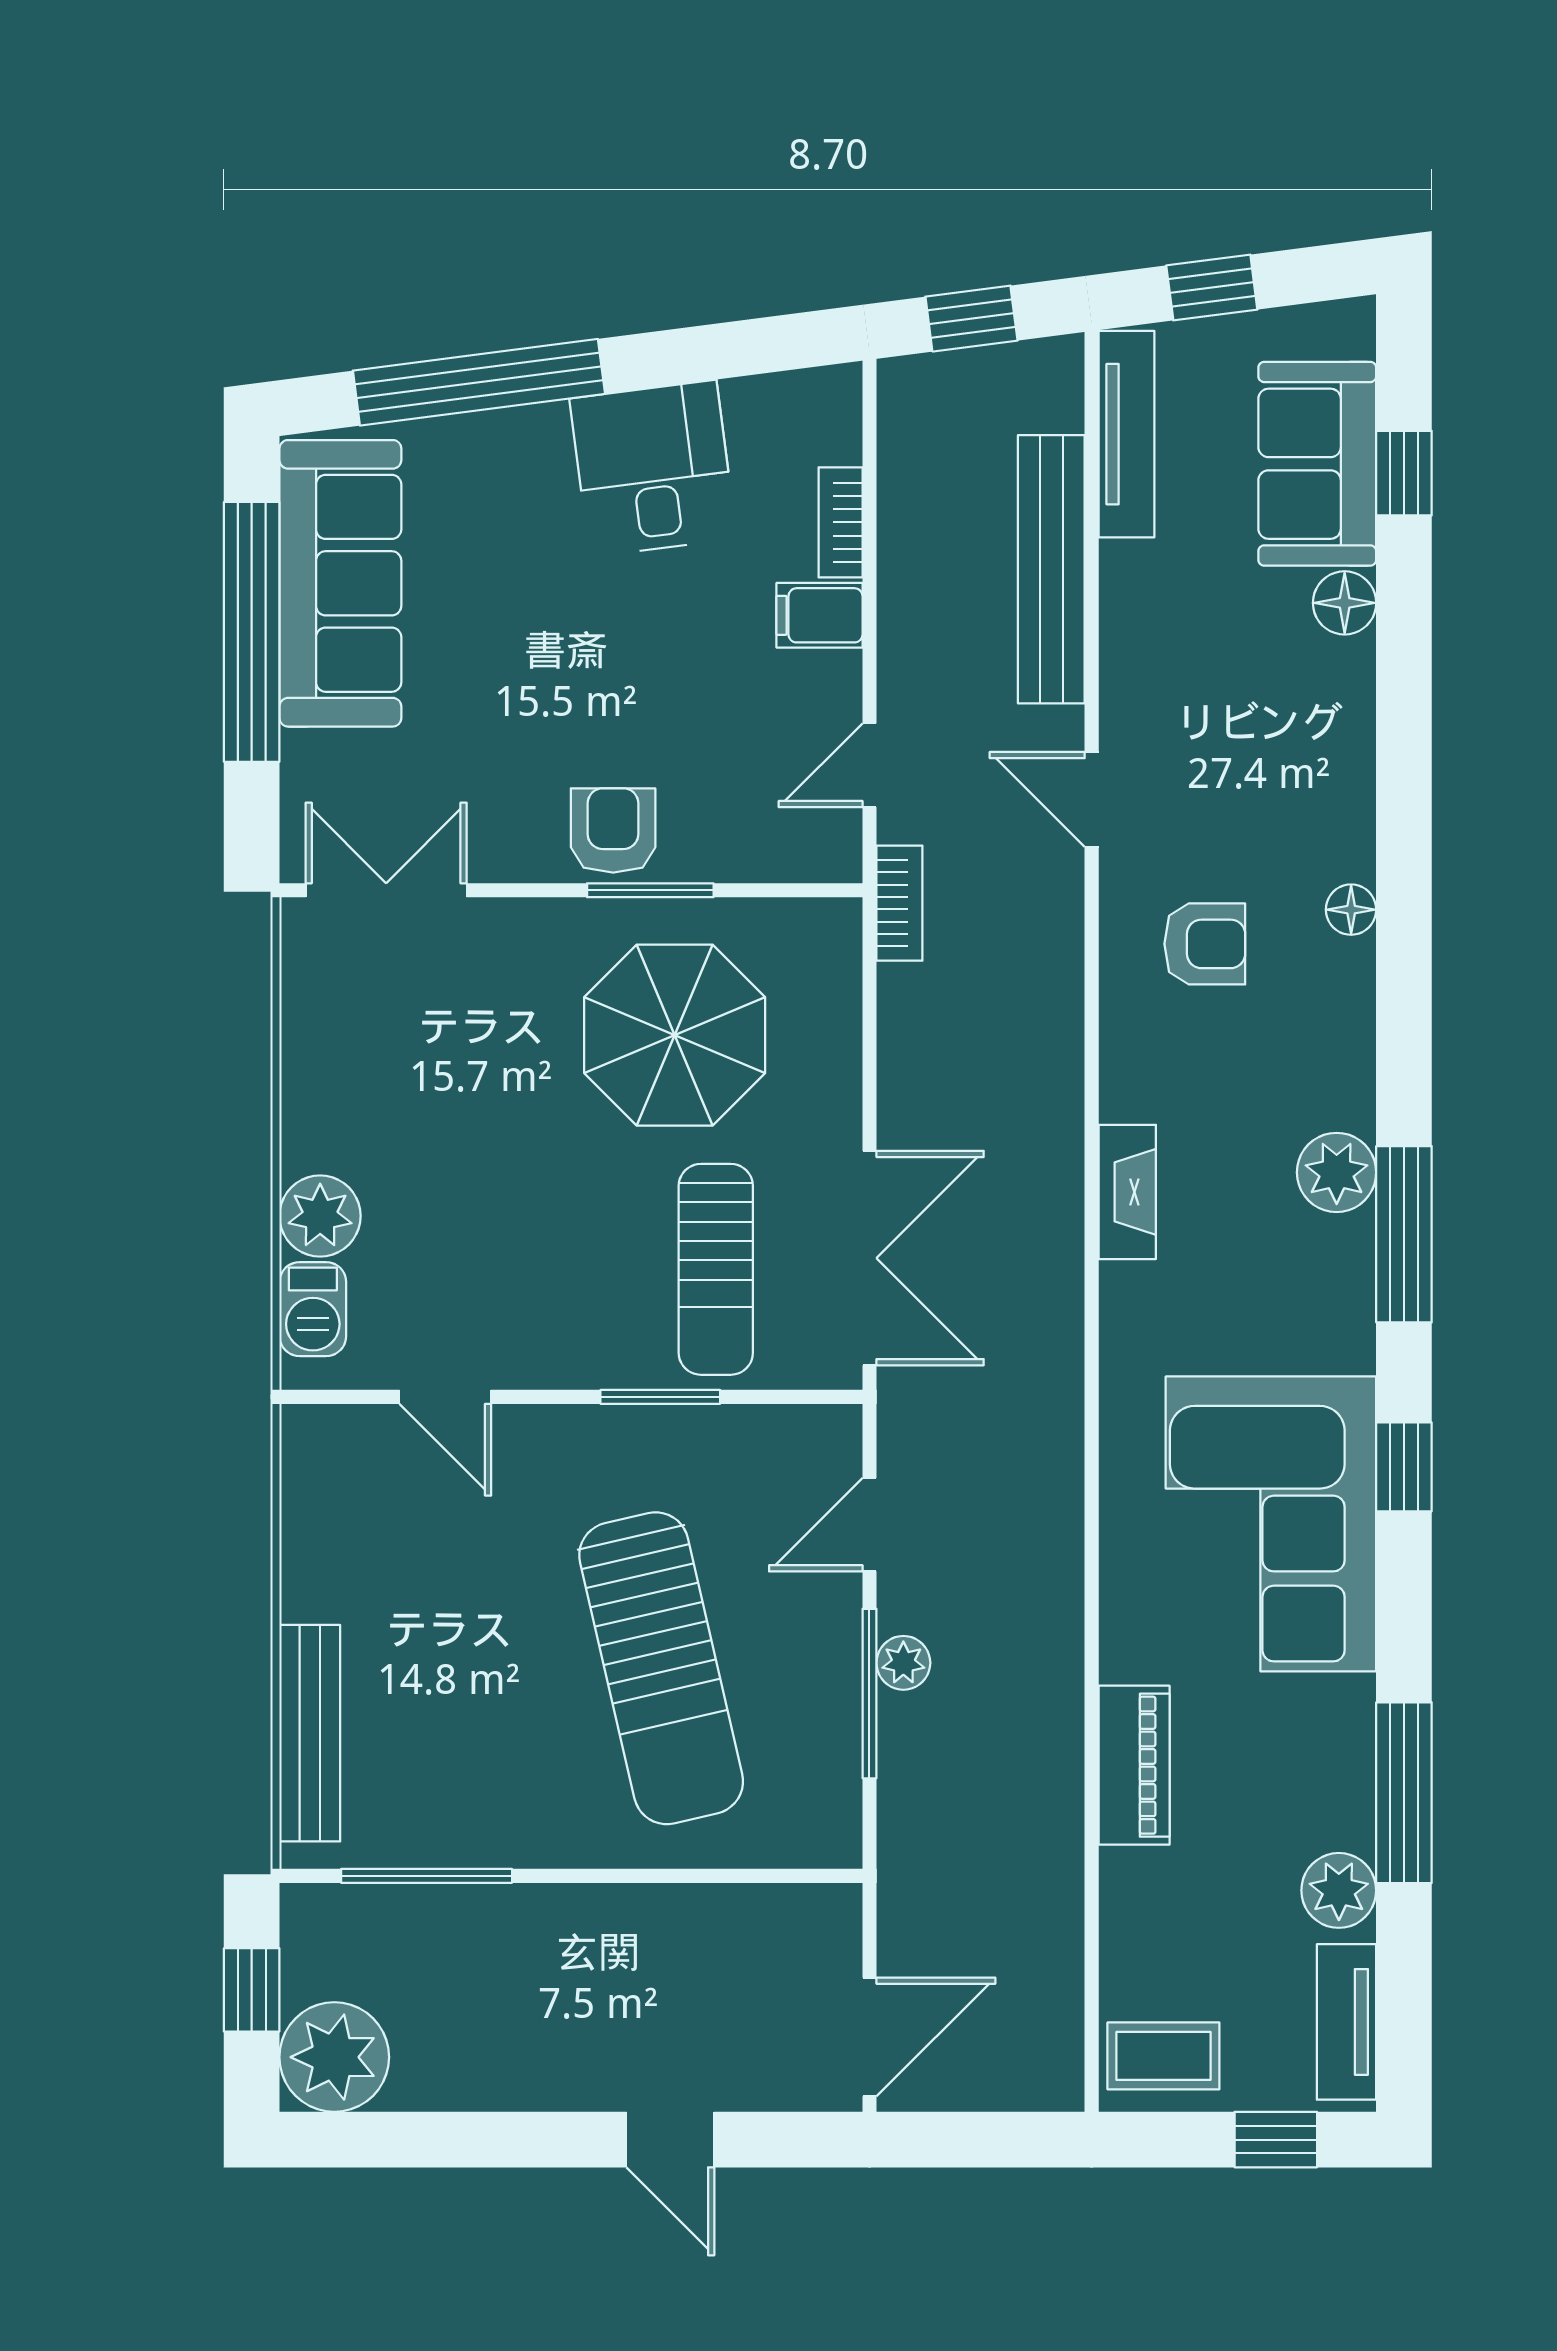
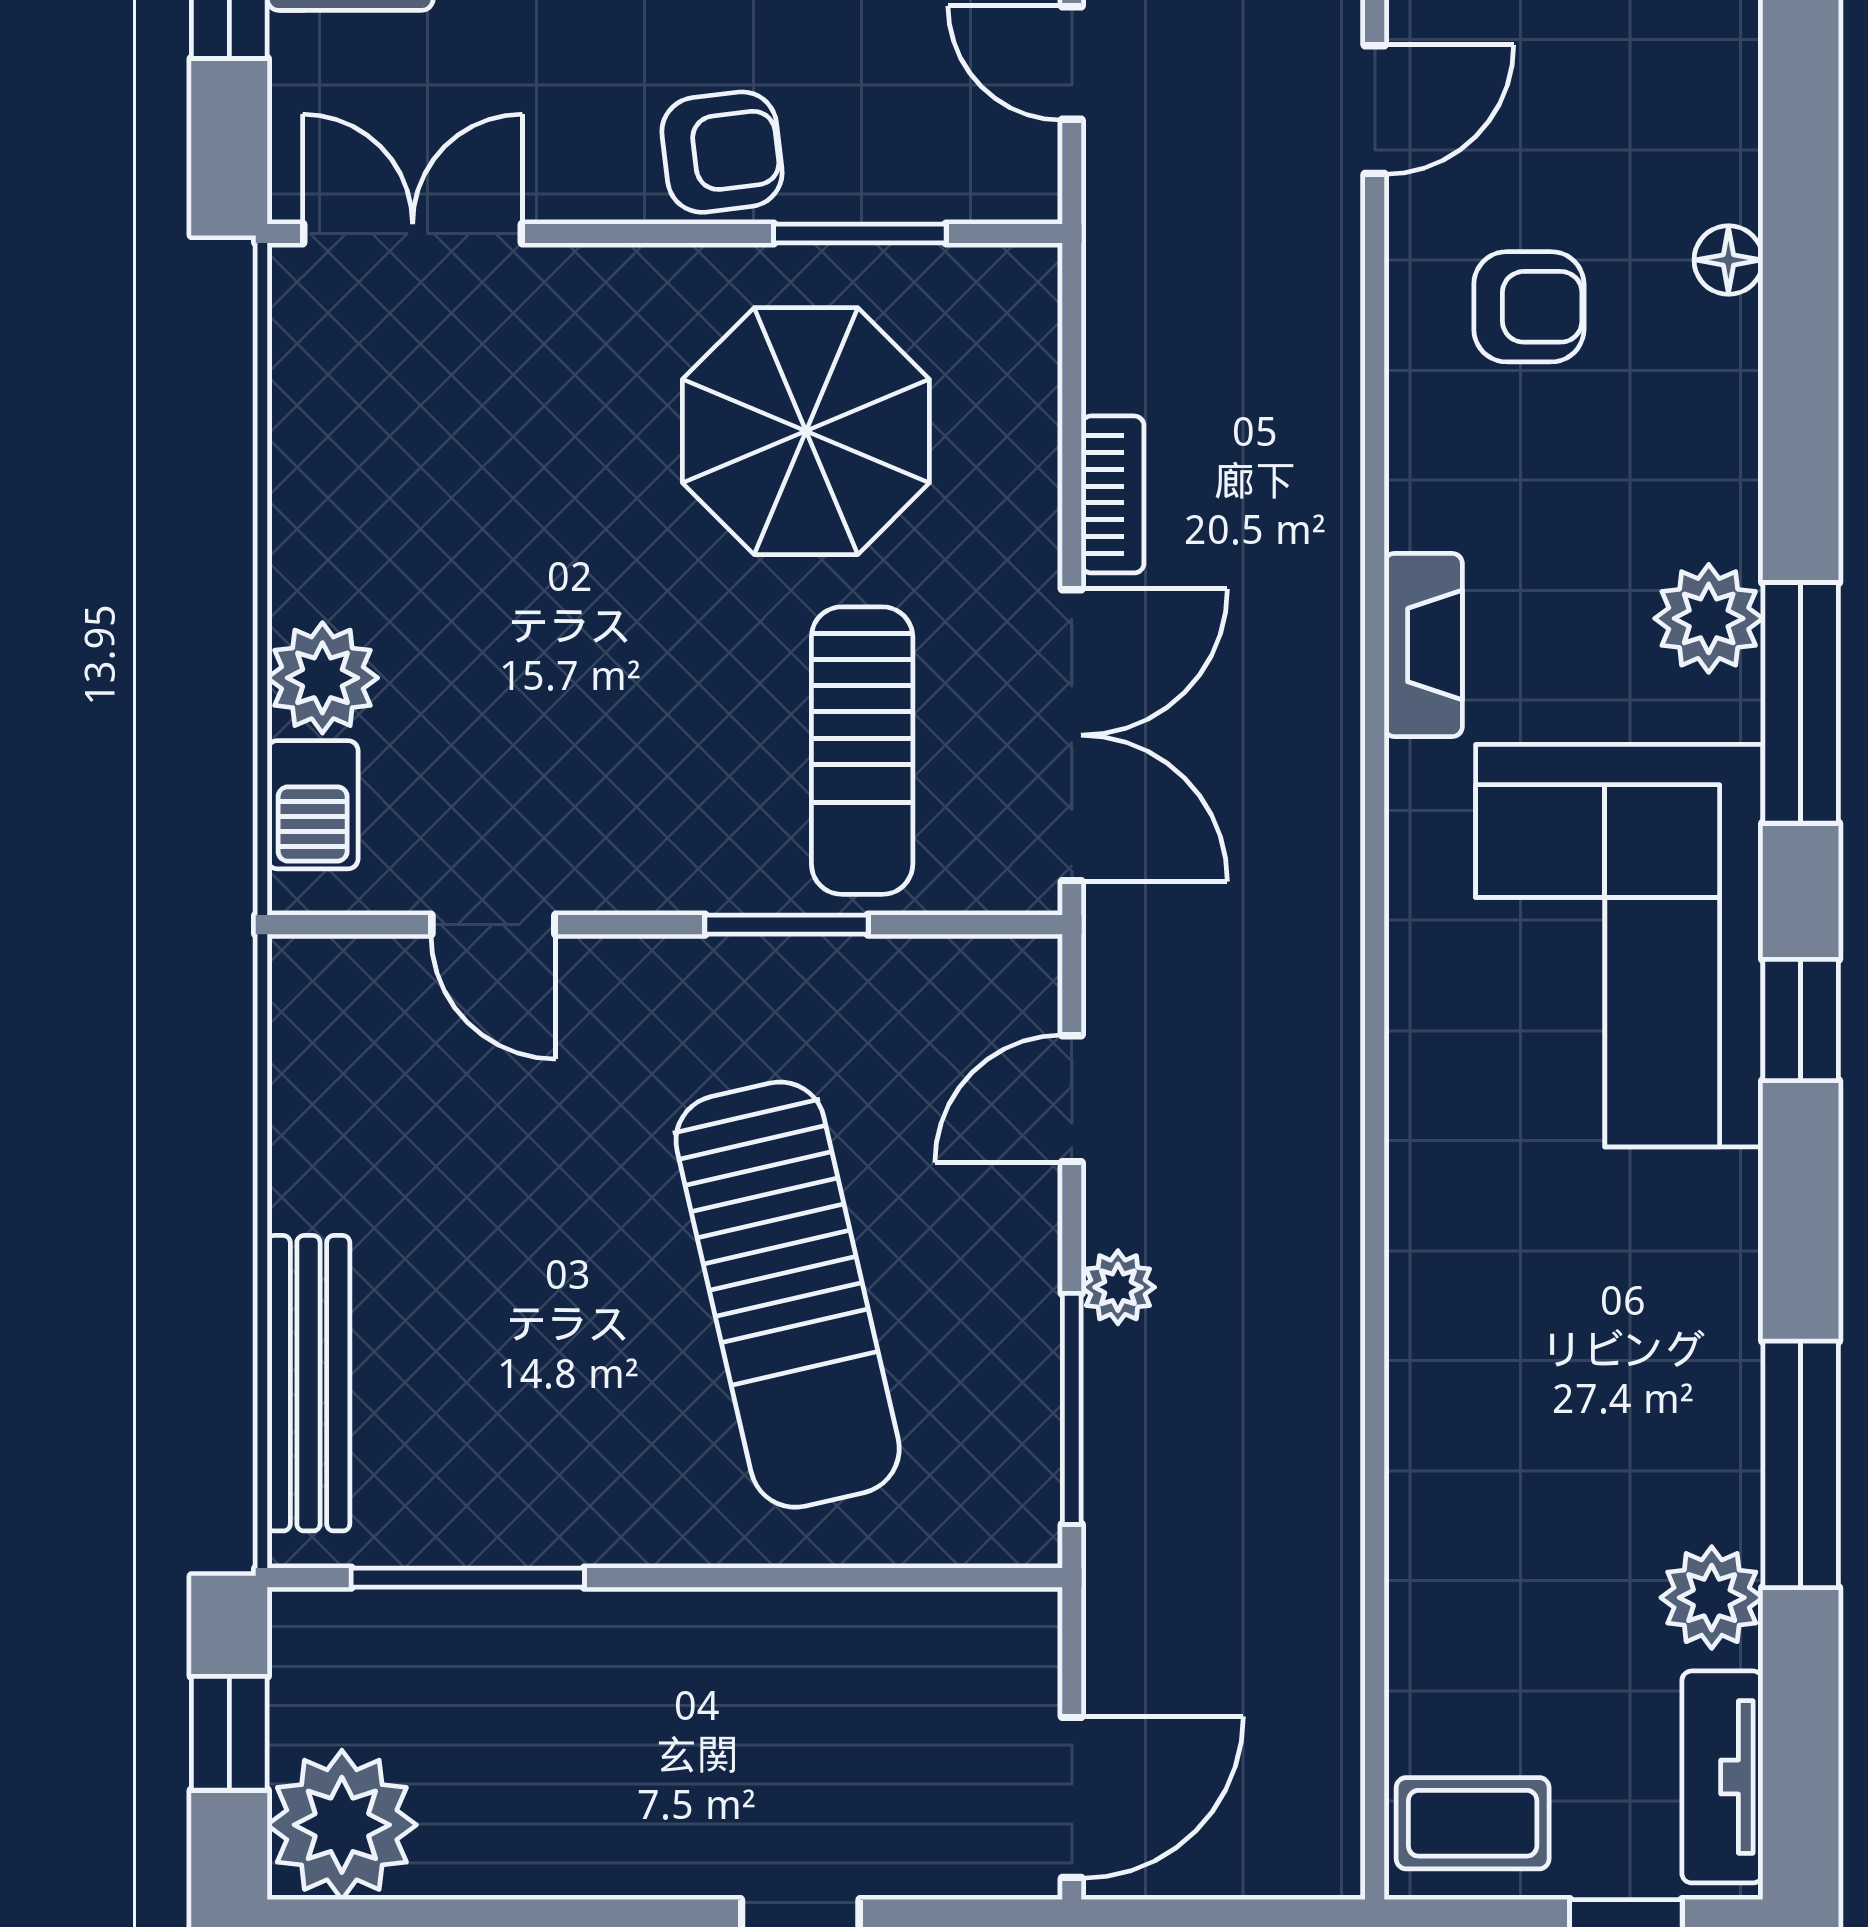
door: (869, 765) -> (1072, 63), hinge flipped
door: (1092, 799) -> (1375, 110), swing flipped
armchair: (613, 830) -> (722, 152), turned 83
window: (650, 890) -> (860, 234), moved
bookcase: (899, 903) -> (1113, 494), moved
corner sofa: (1271, 1524) -> (1619, 946), moved
window: (869, 1694) -> (1072, 1409), moved
piano: (1134, 1765) -> (1433, 1427), removed

